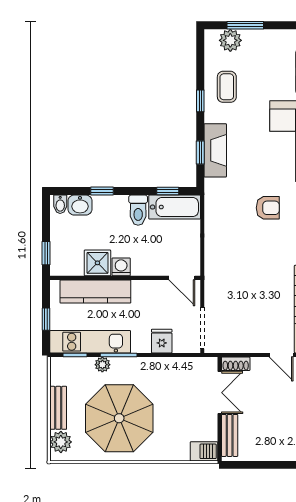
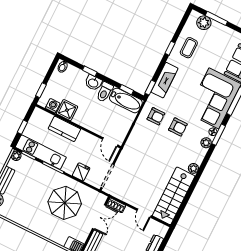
window: (200, 152) -> (150, 88), moved
washbasin: (80, 205) -> (93, 83), moved
armchair: (229, 208) -> (156, 116), added
washing machine: (121, 267) -> (53, 106), moved
kitchen counter: (95, 292) -> (64, 129), width x0.67
plant: (102, 365) -> (16, 156), moved
parasol: (119, 418) -> (65, 203), moved, width x0.73, depth x0.73

